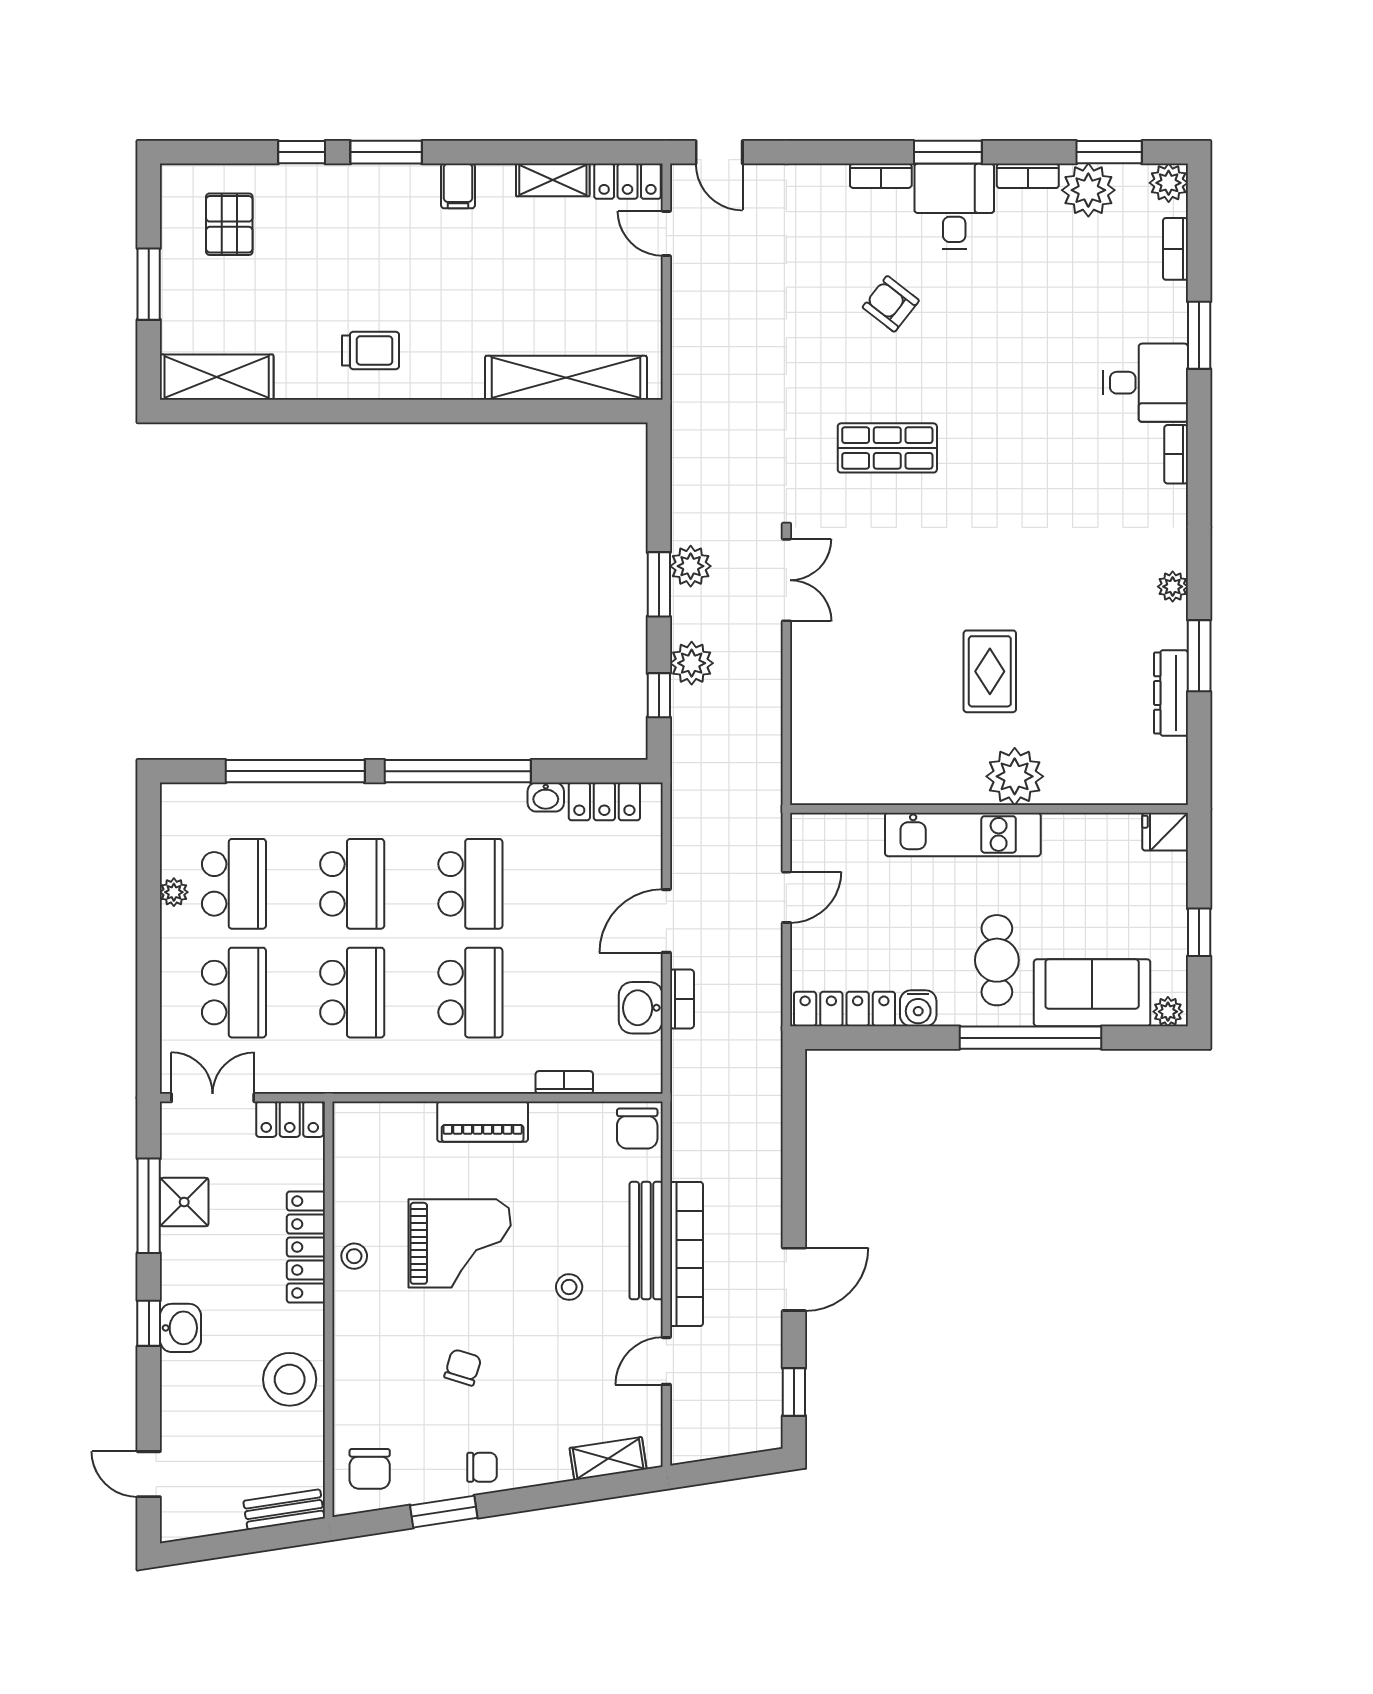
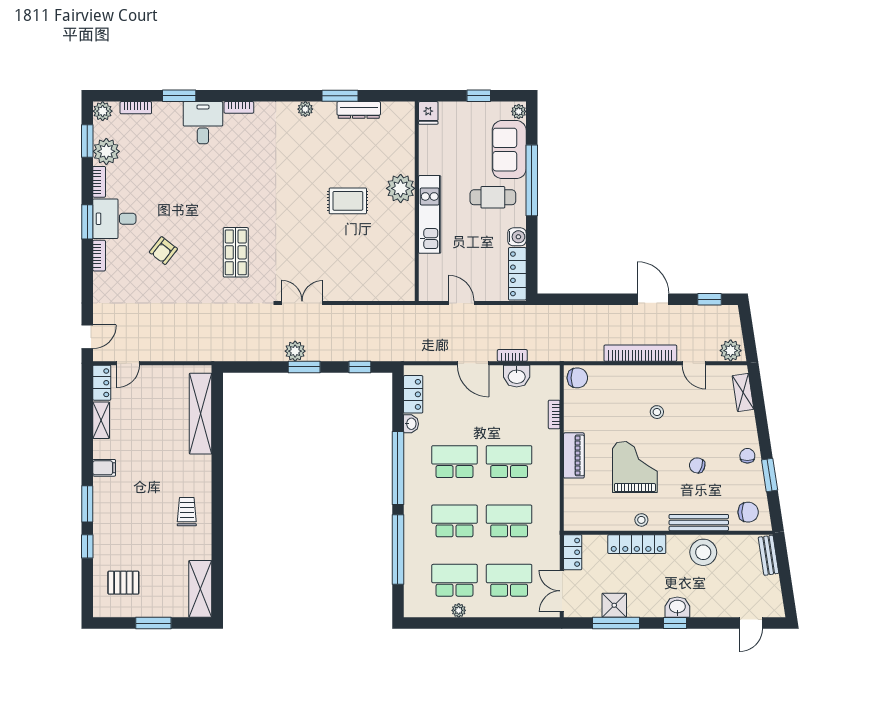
plant: (692, 663) -> (731, 351), moved
bench: (646, 1241) -> (699, 523), moved

